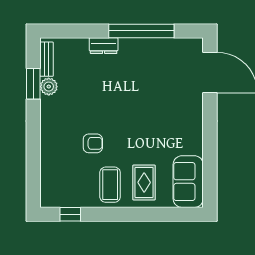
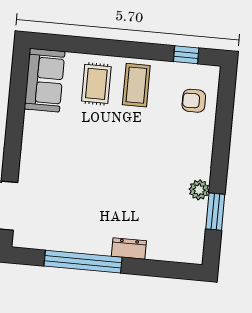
bench: (47, 59) -> (197, 239), removed
plant: (49, 87) -> (199, 190), moved
armchair: (93, 143) -> (194, 101), moved

